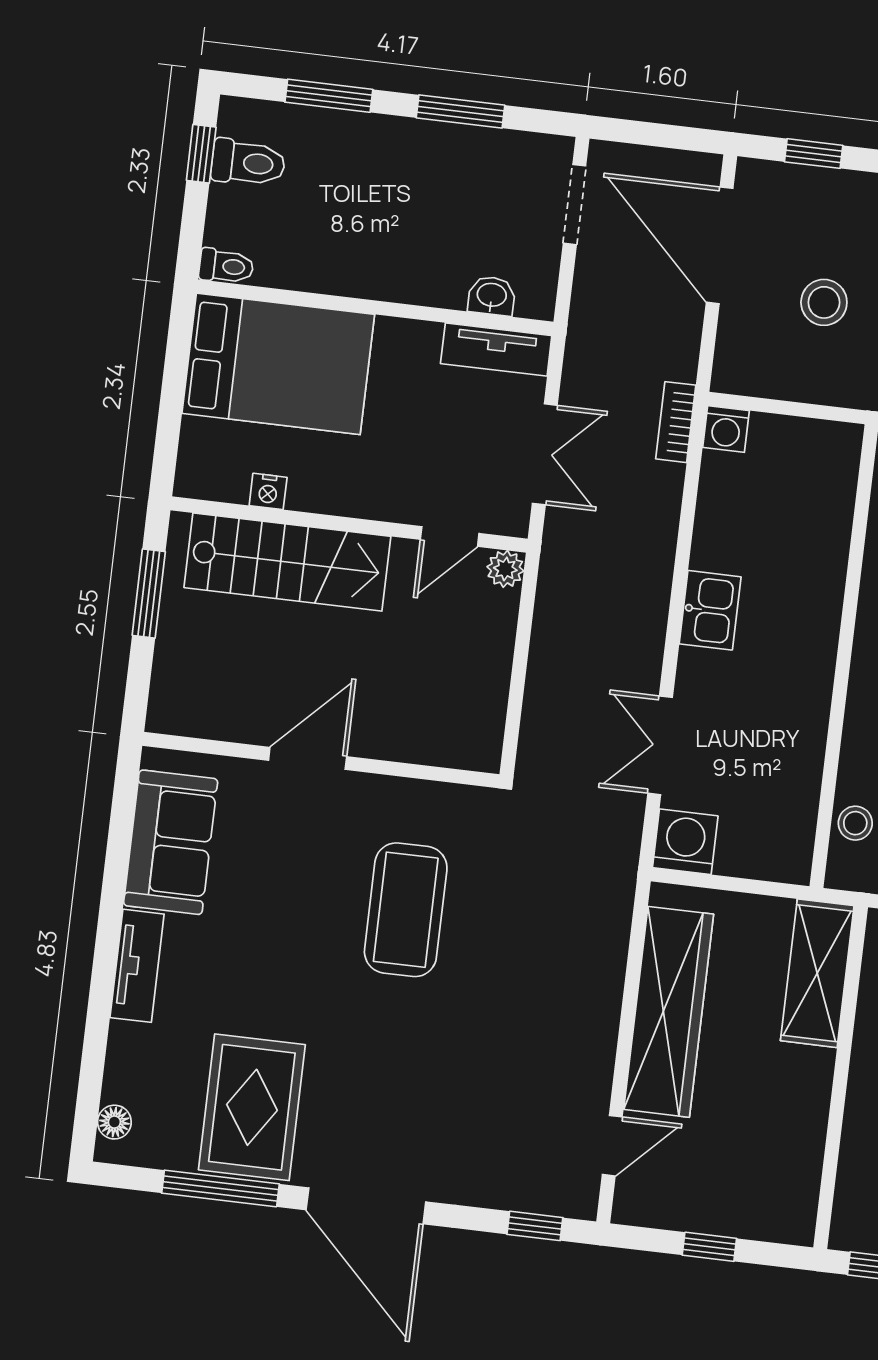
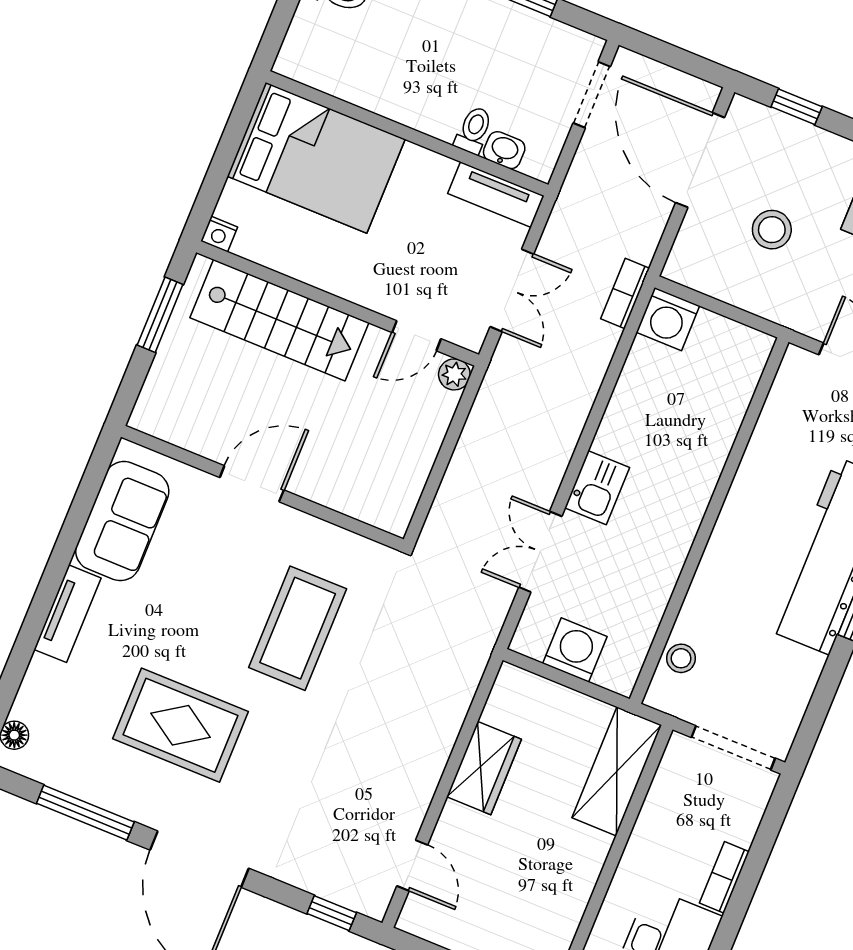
toilet: (226, 266) -> (474, 130), moved, turned -90
washing machine: (726, 429) -> (668, 319), width x1.38, depth x1.38
nightstand: (268, 491) -> (219, 234), moved
kitchen sink: (710, 610) -> (597, 488), moved
washing machine: (685, 842) -> (575, 650), moved
wardrobe: (669, 1012) -> (484, 768), width x0.48, depth x0.85
rug: (252, 1107) -> (180, 725), moved, turned 90
door: (612, 1146) -> (412, 865), hinge flipped

